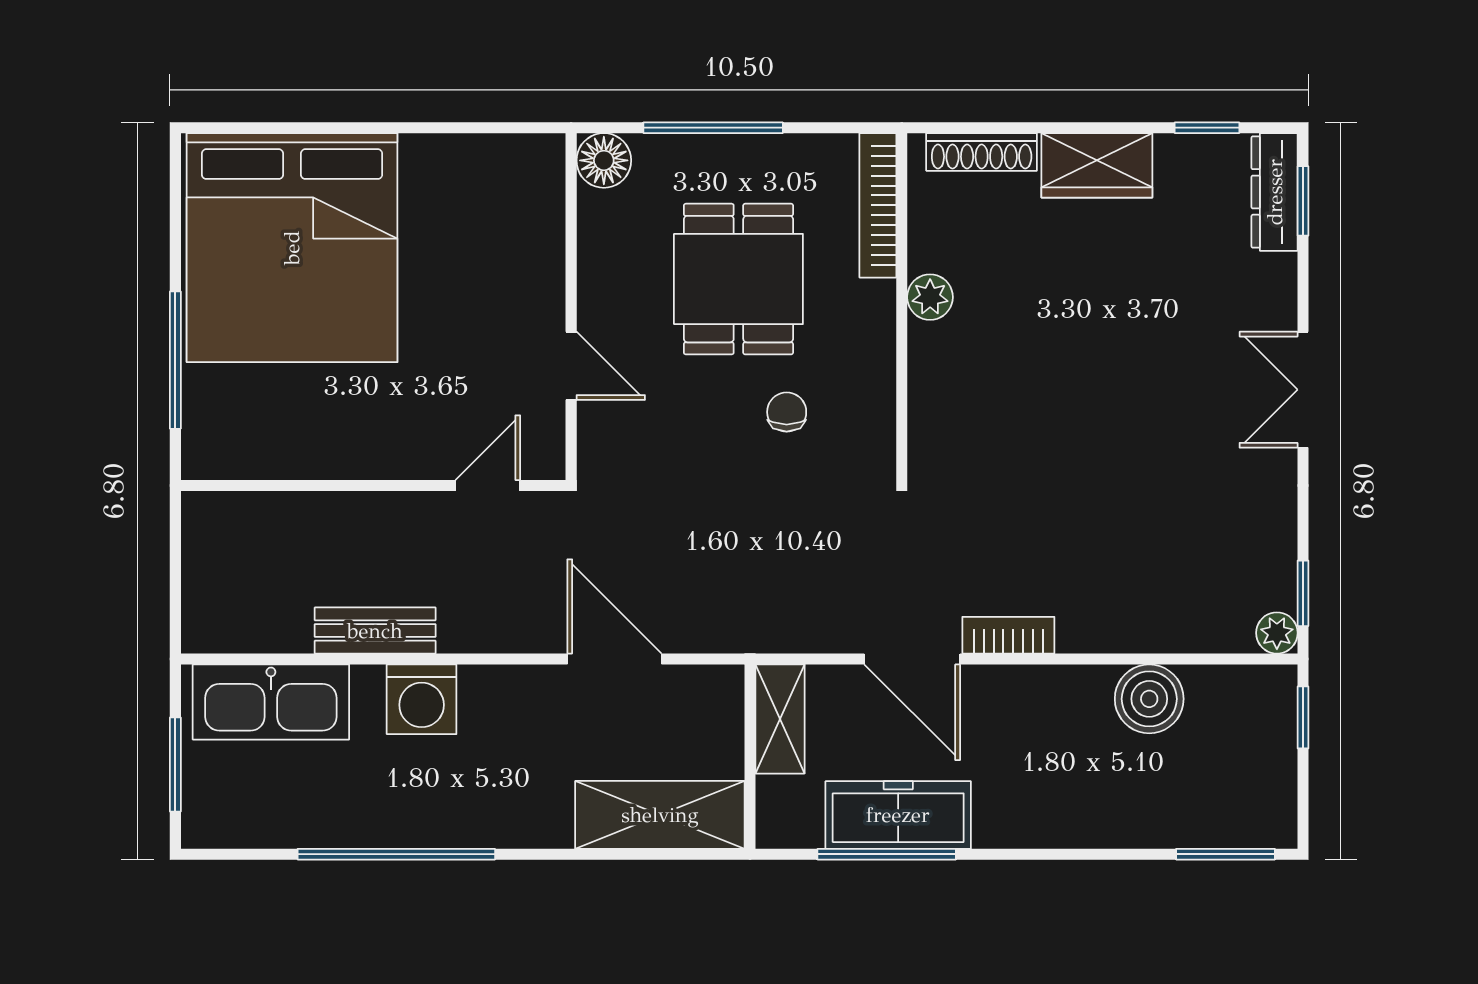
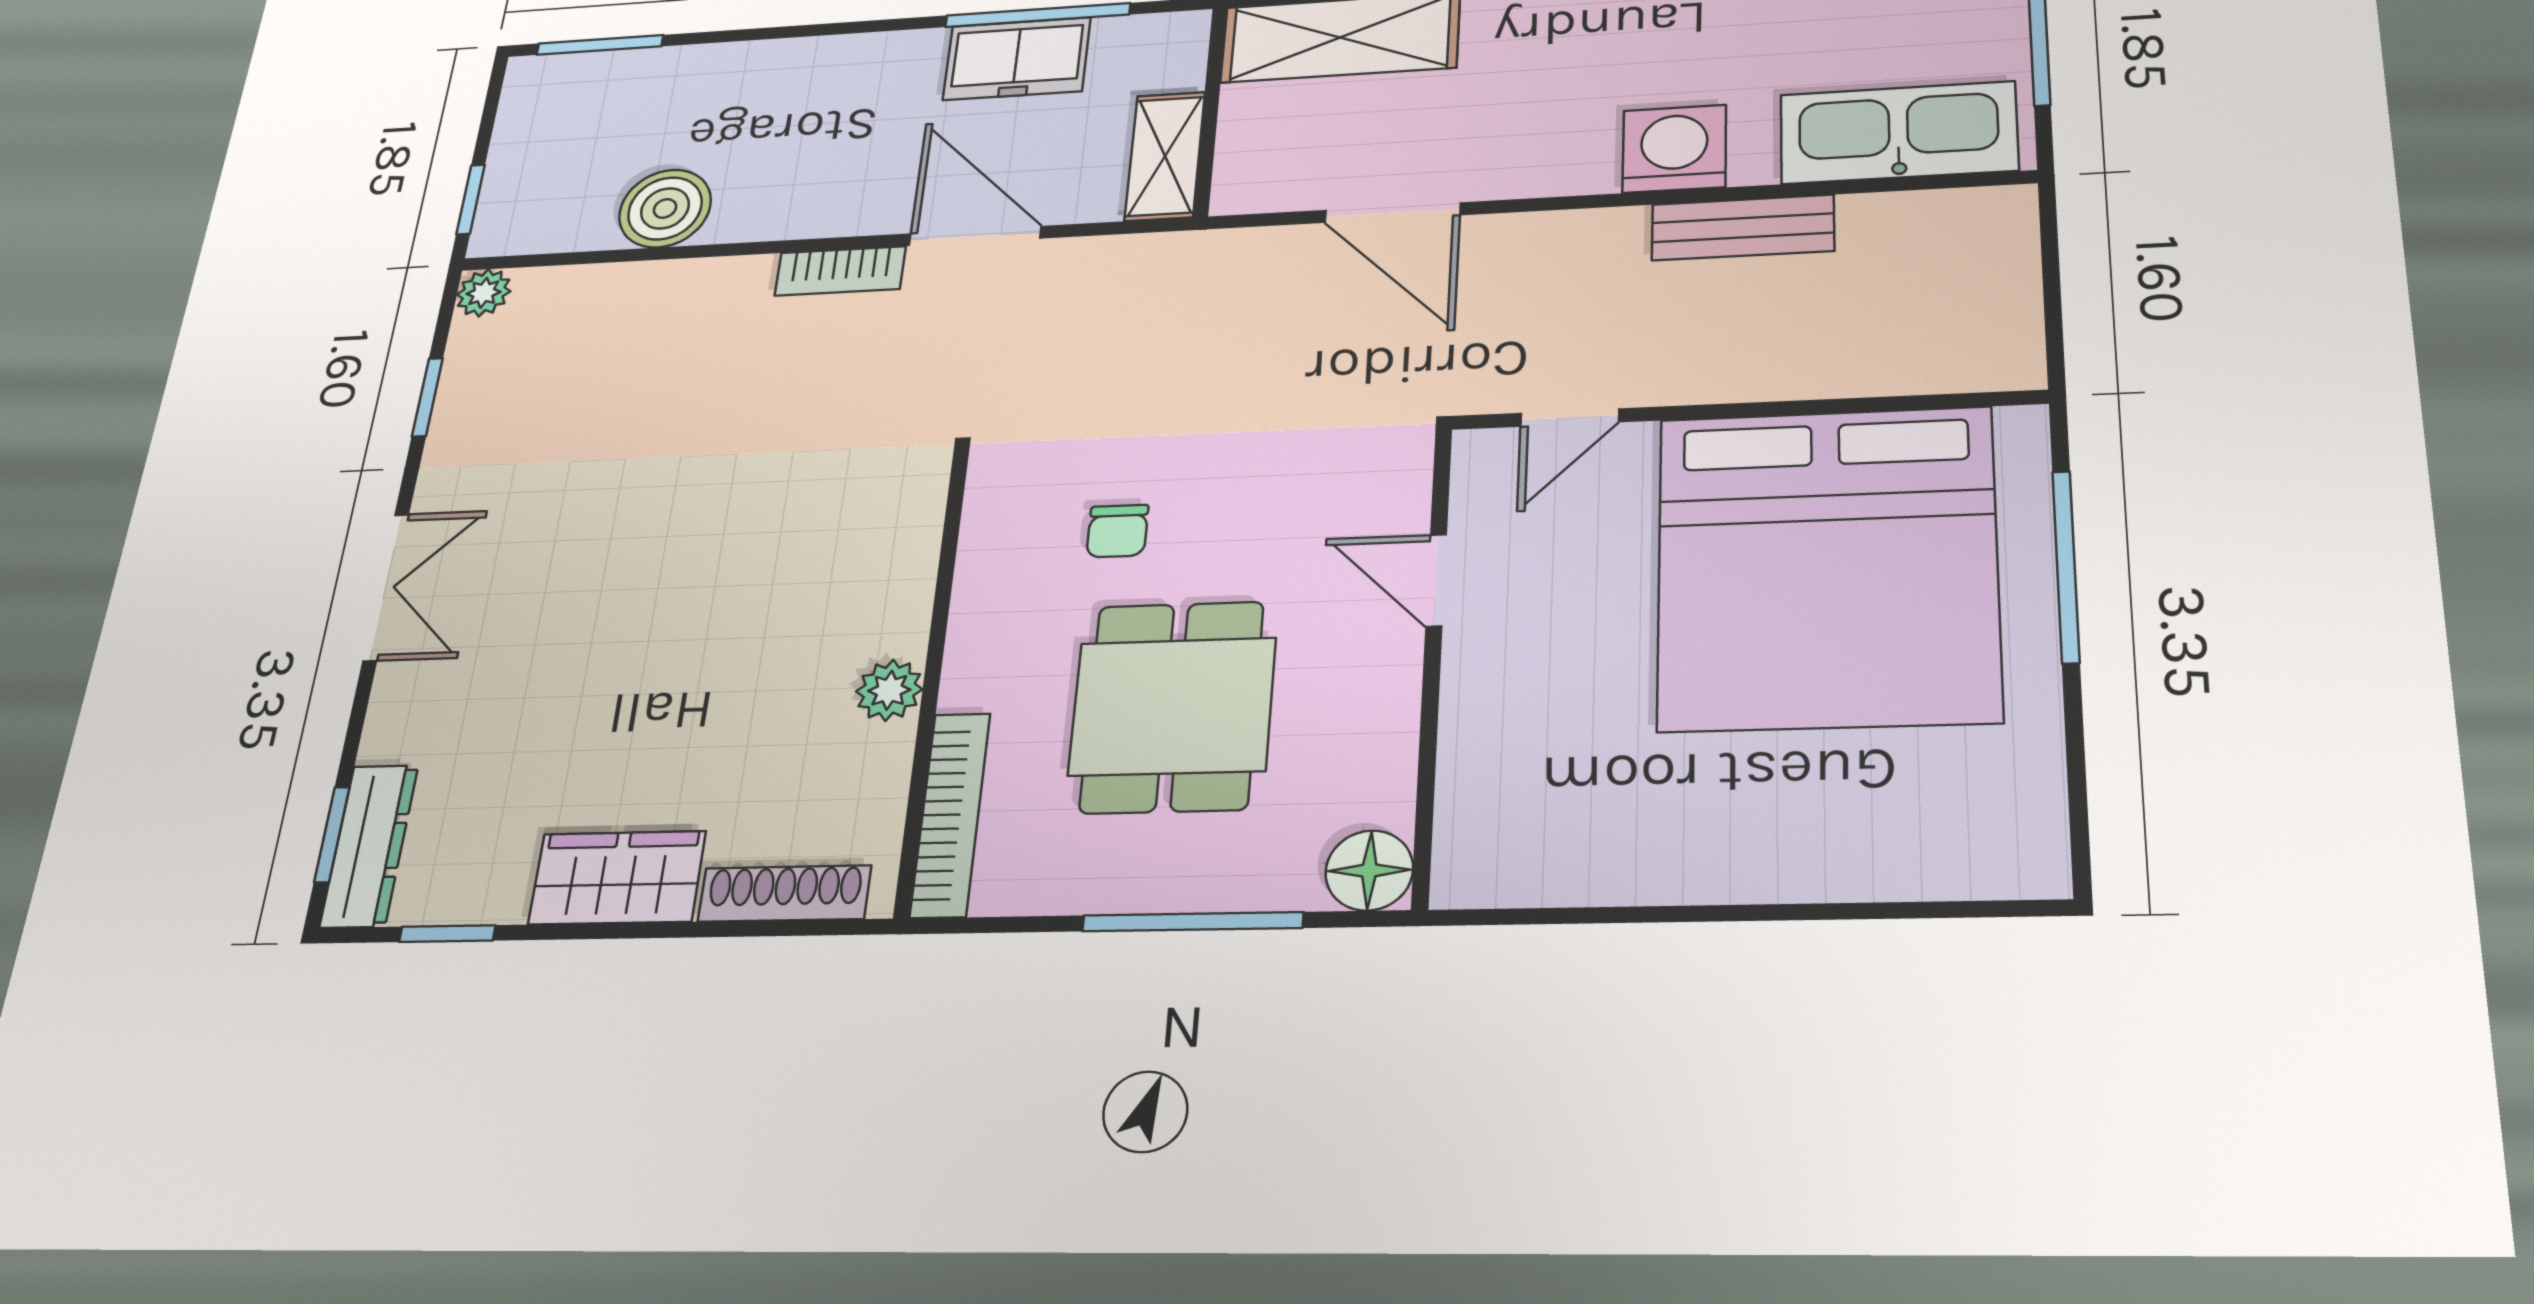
bed: (292, 248) -> (1827, 567), moved, turned 180
window: (1303, 593) -> (427, 397), moved
freezer: (898, 815) -> (1017, 59), width x0.71

